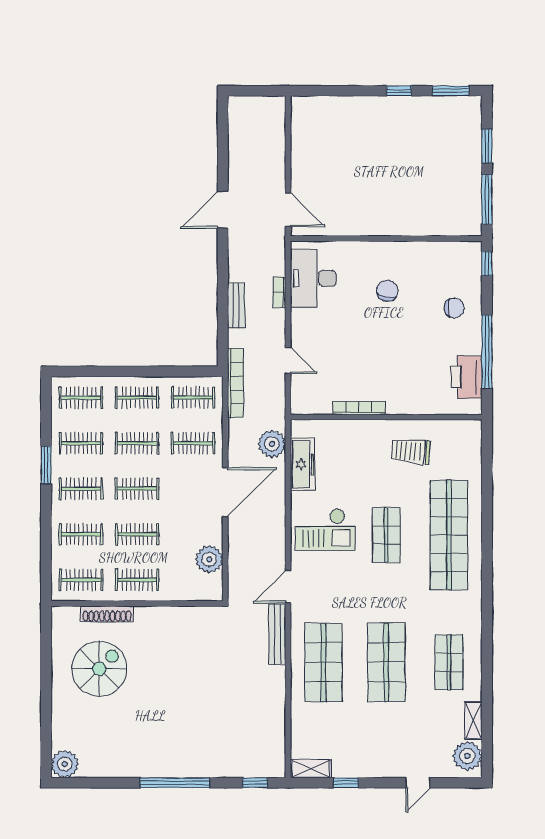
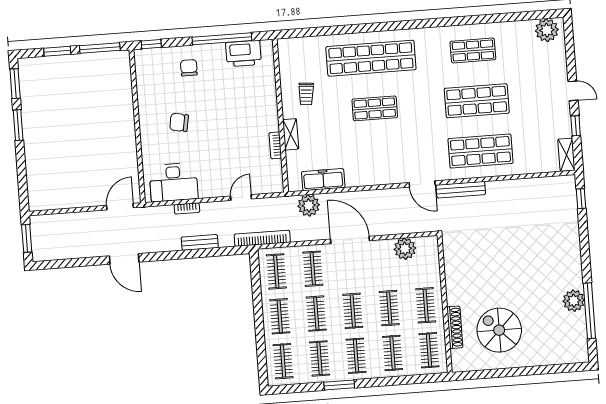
window: (257, 91) -> (27, 238), added
window: (399, 91) -> (18, 125), width x1.50
bookcase: (359, 408) -> (275, 145), width x0.64
trolley: (411, 451) -> (306, 94), width x0.73, depth x0.72
checkout: (325, 530) -> (374, 158), removed
shelving: (473, 721) -> (291, 134), moved, turned 90
plant: (65, 764) -> (574, 301), moved
window: (175, 783) -> (589, 311), moved
door: (418, 783) -> (573, 91), moved

